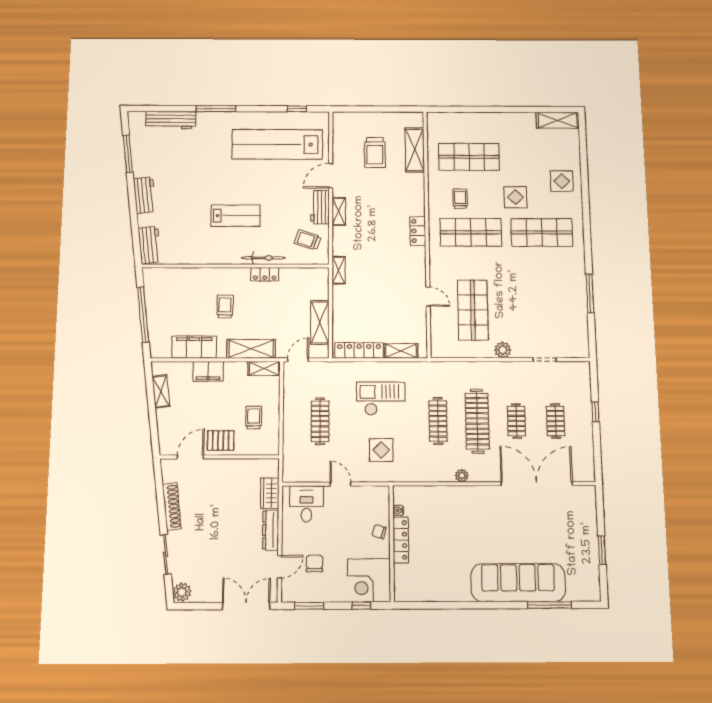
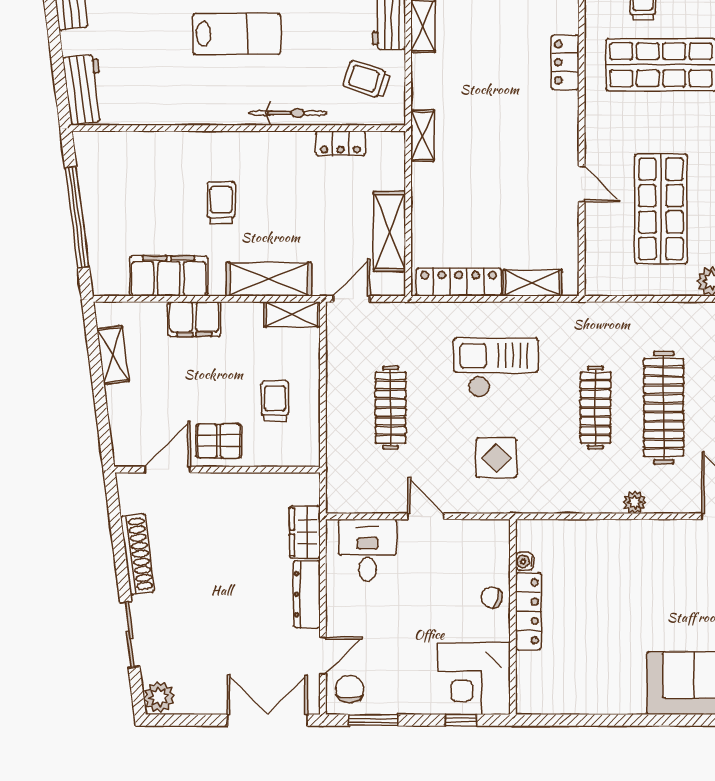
locker: (265, 274) -> (341, 143), moved
chair: (314, 563) -> (349, 689), moved

